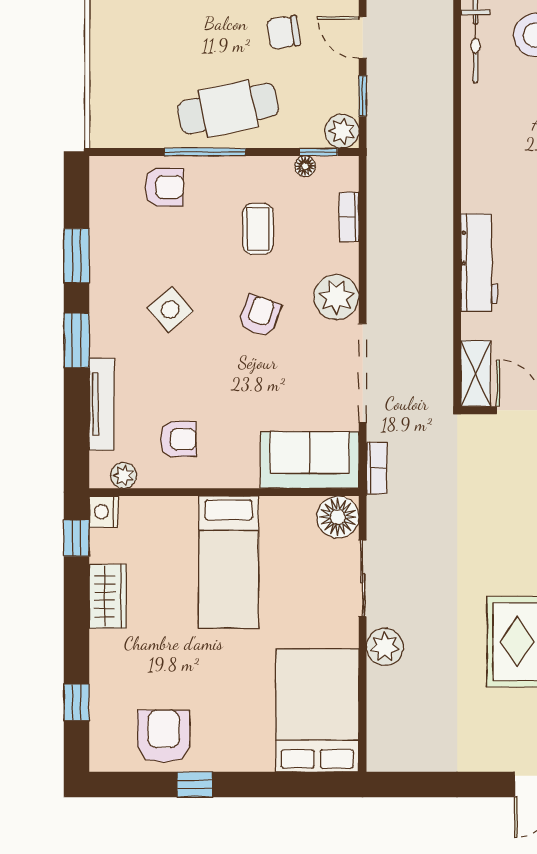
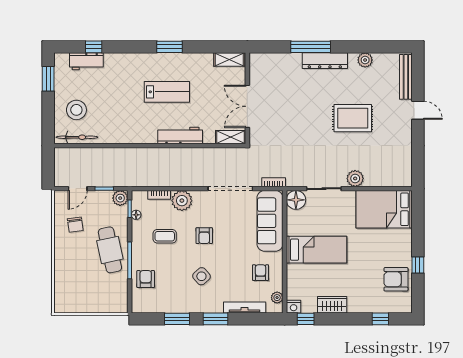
plant: (336, 297) -> (182, 201), moved
armchair: (260, 316) -> (204, 236), turned -110
sofa: (310, 460) -> (270, 221), width x1.36

